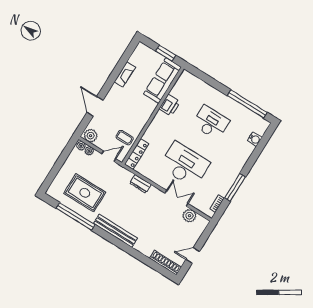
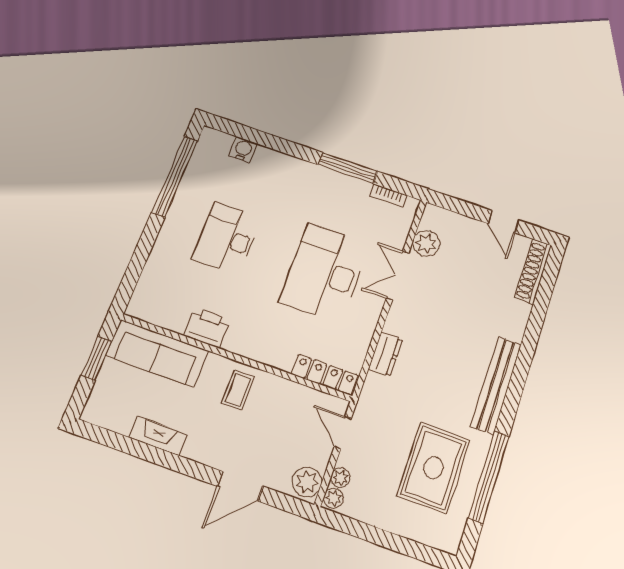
coffee table: (125, 138) -> (238, 390), moved

